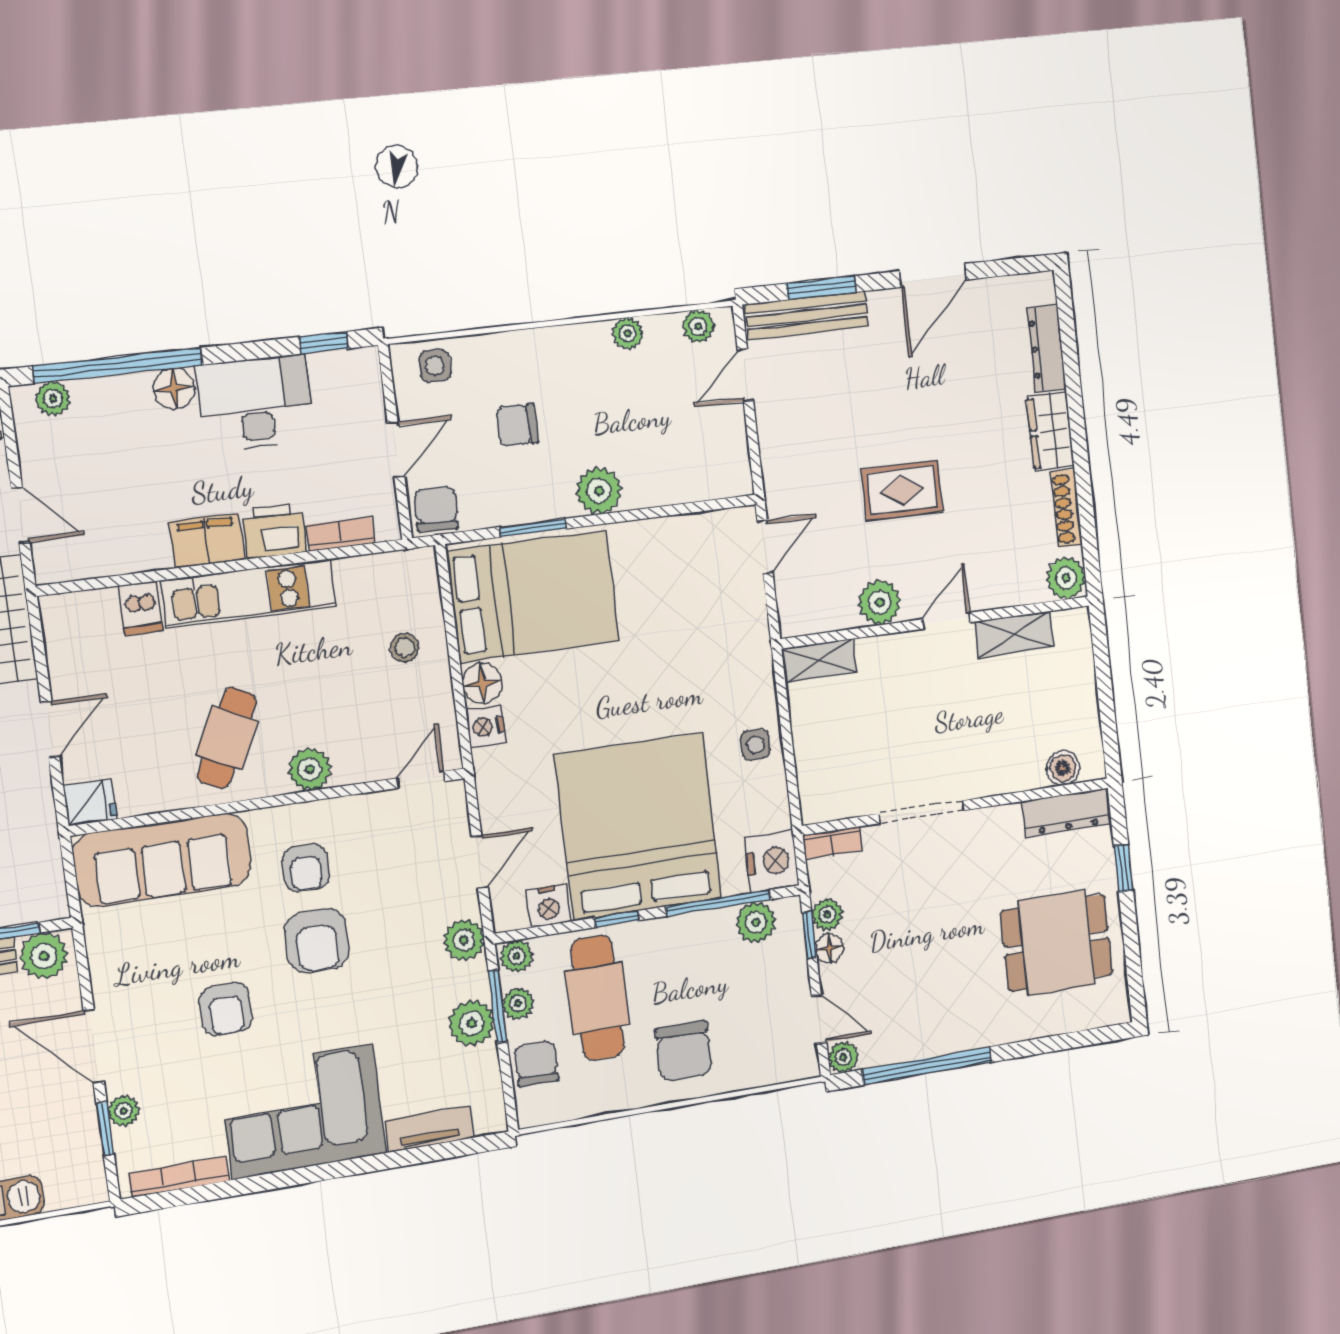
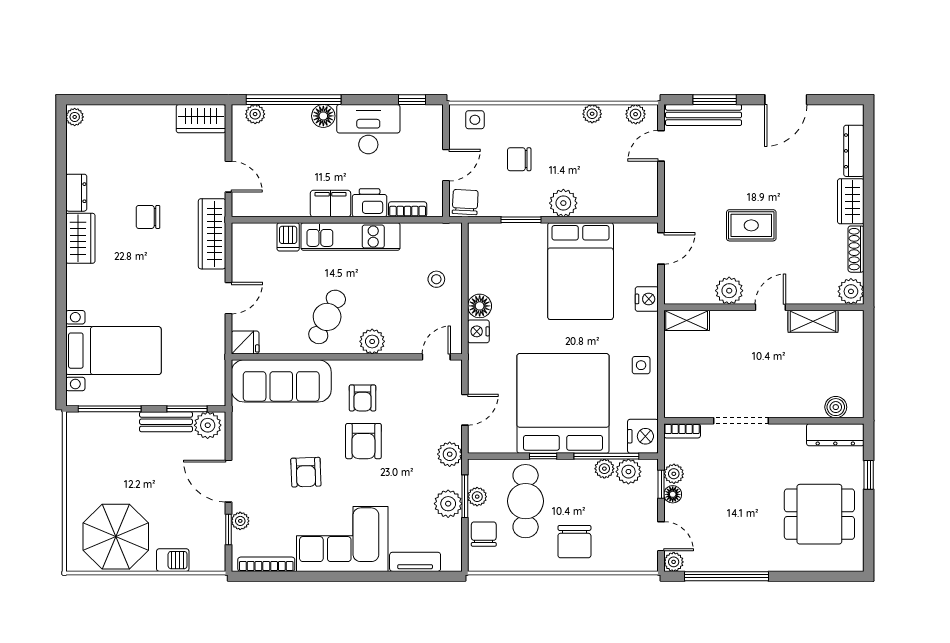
bed: (533, 596) -> (581, 271), moved, turned 90
nightstand: (549, 906) -> (647, 299), moved, turned -90
plant: (517, 956) -> (604, 469), moved

